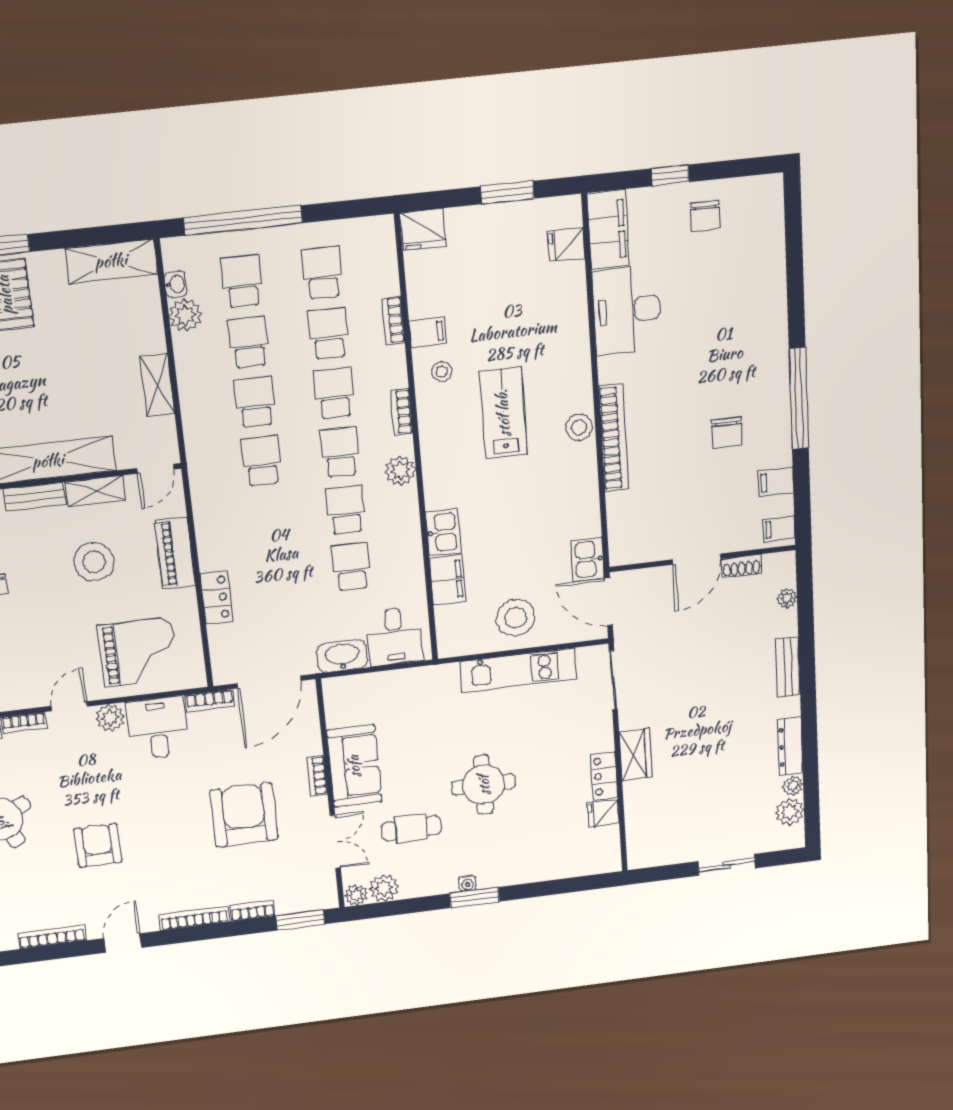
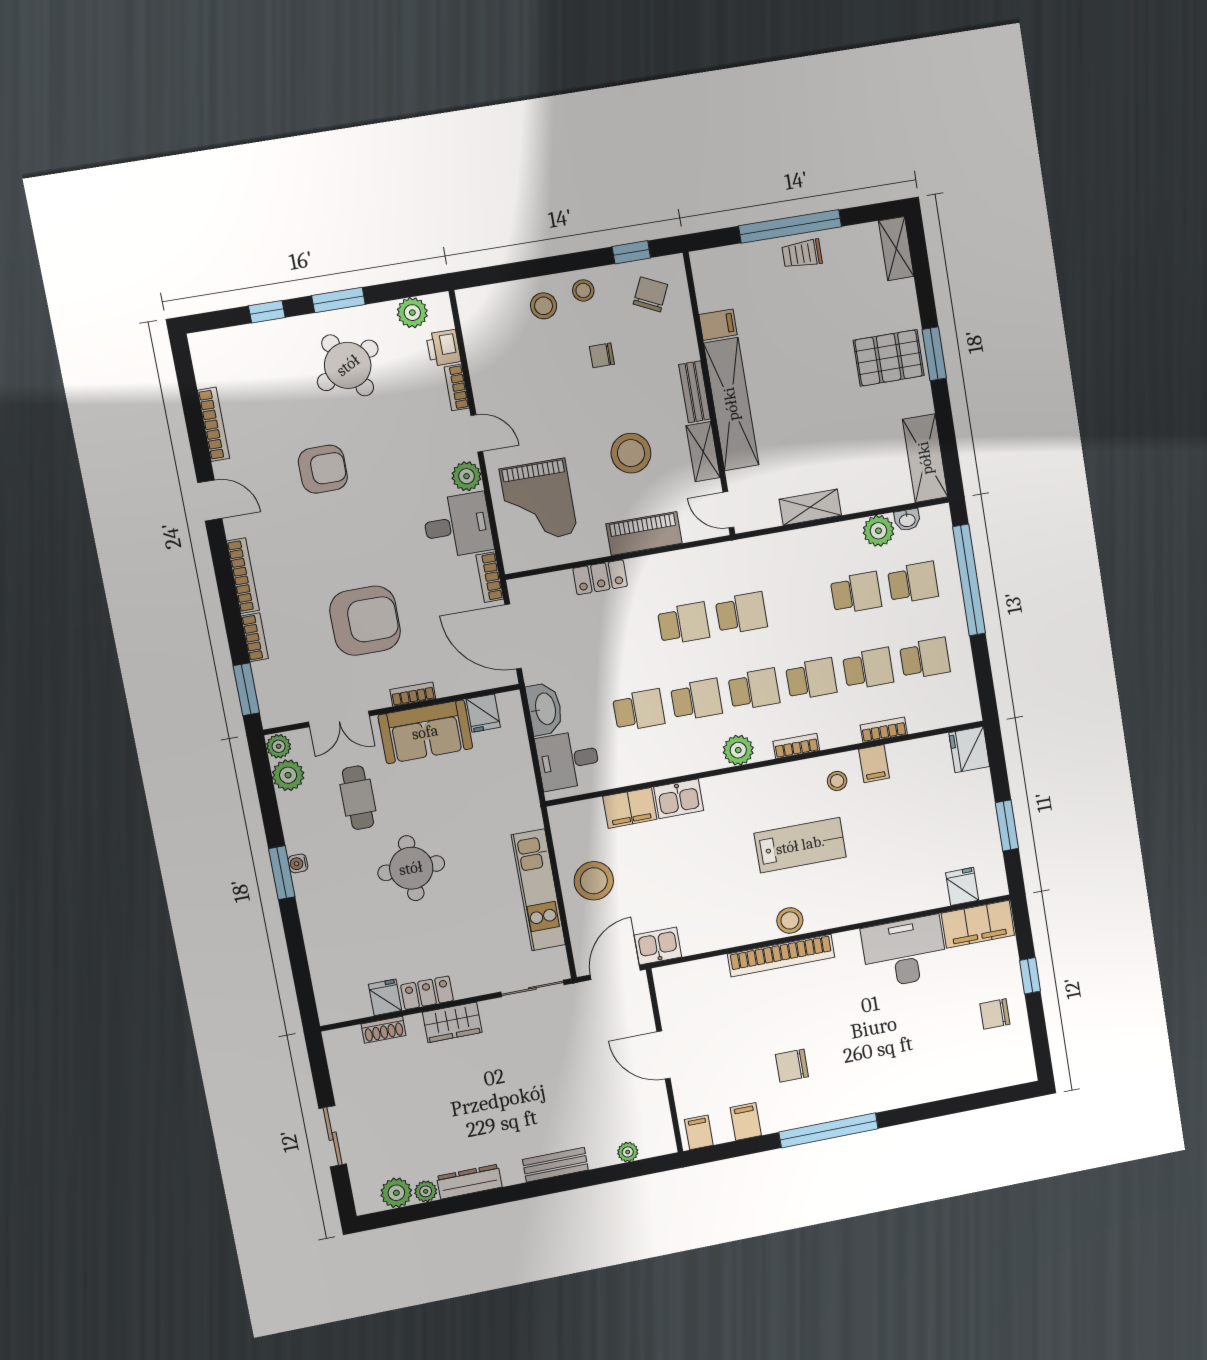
school desk: (255, 402) -> (684, 623), moved
shoe rack: (741, 566) -> (384, 1030), moved, turned -90
fridge: (341, 713) -> (483, 713), added

